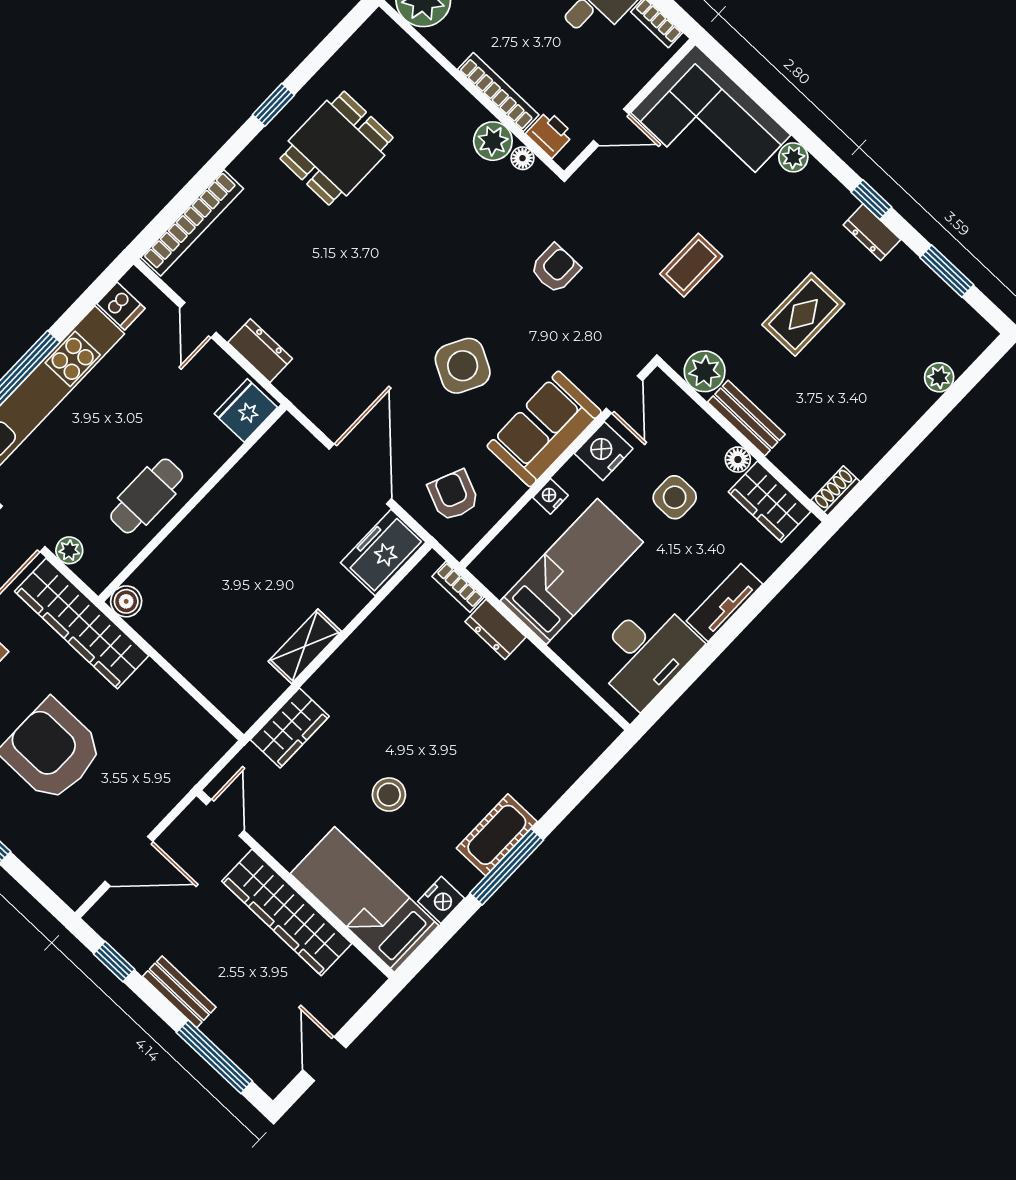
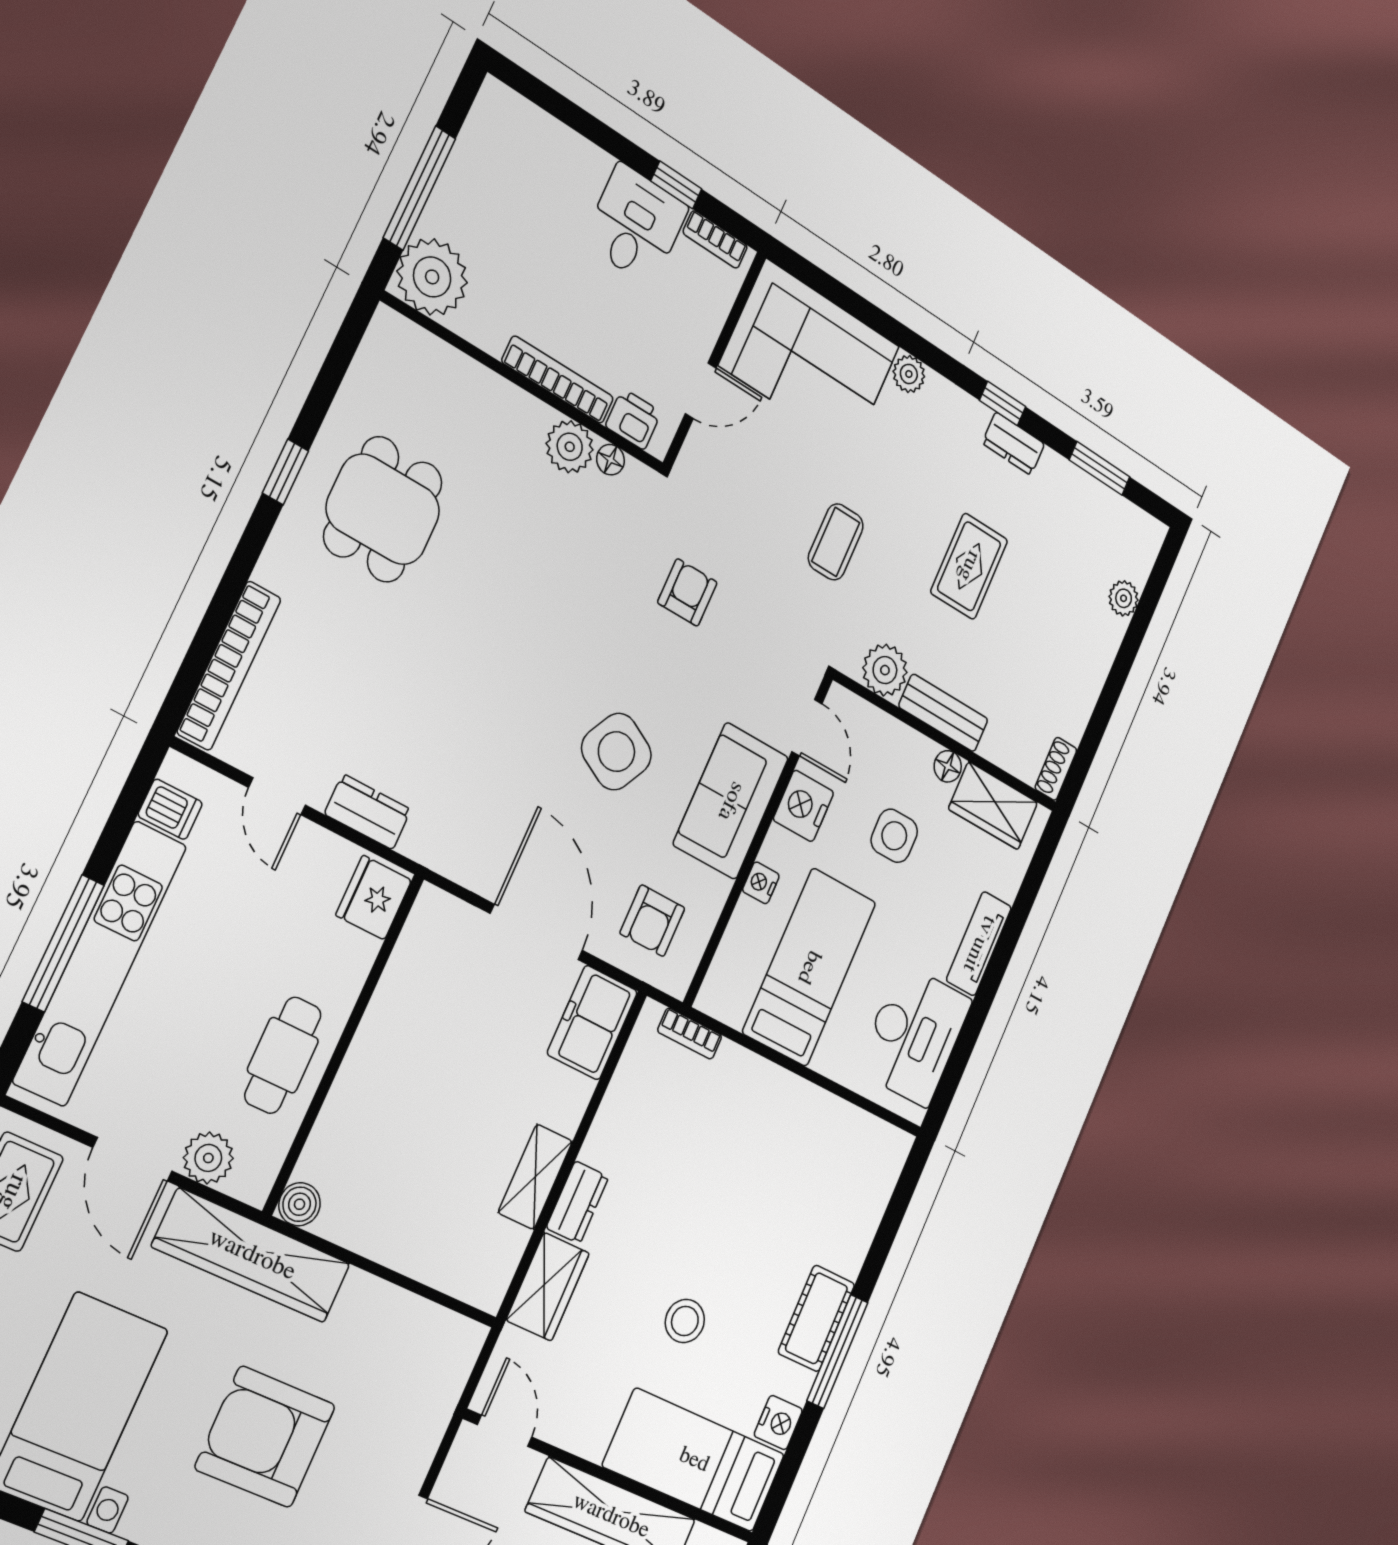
armchair: (453, 495) -> (652, 921), turned -113
plant: (69, 550) -> (208, 1158), width x1.38, depth x1.38
dresser: (495, 629) -> (577, 1202), moved, turned -90

